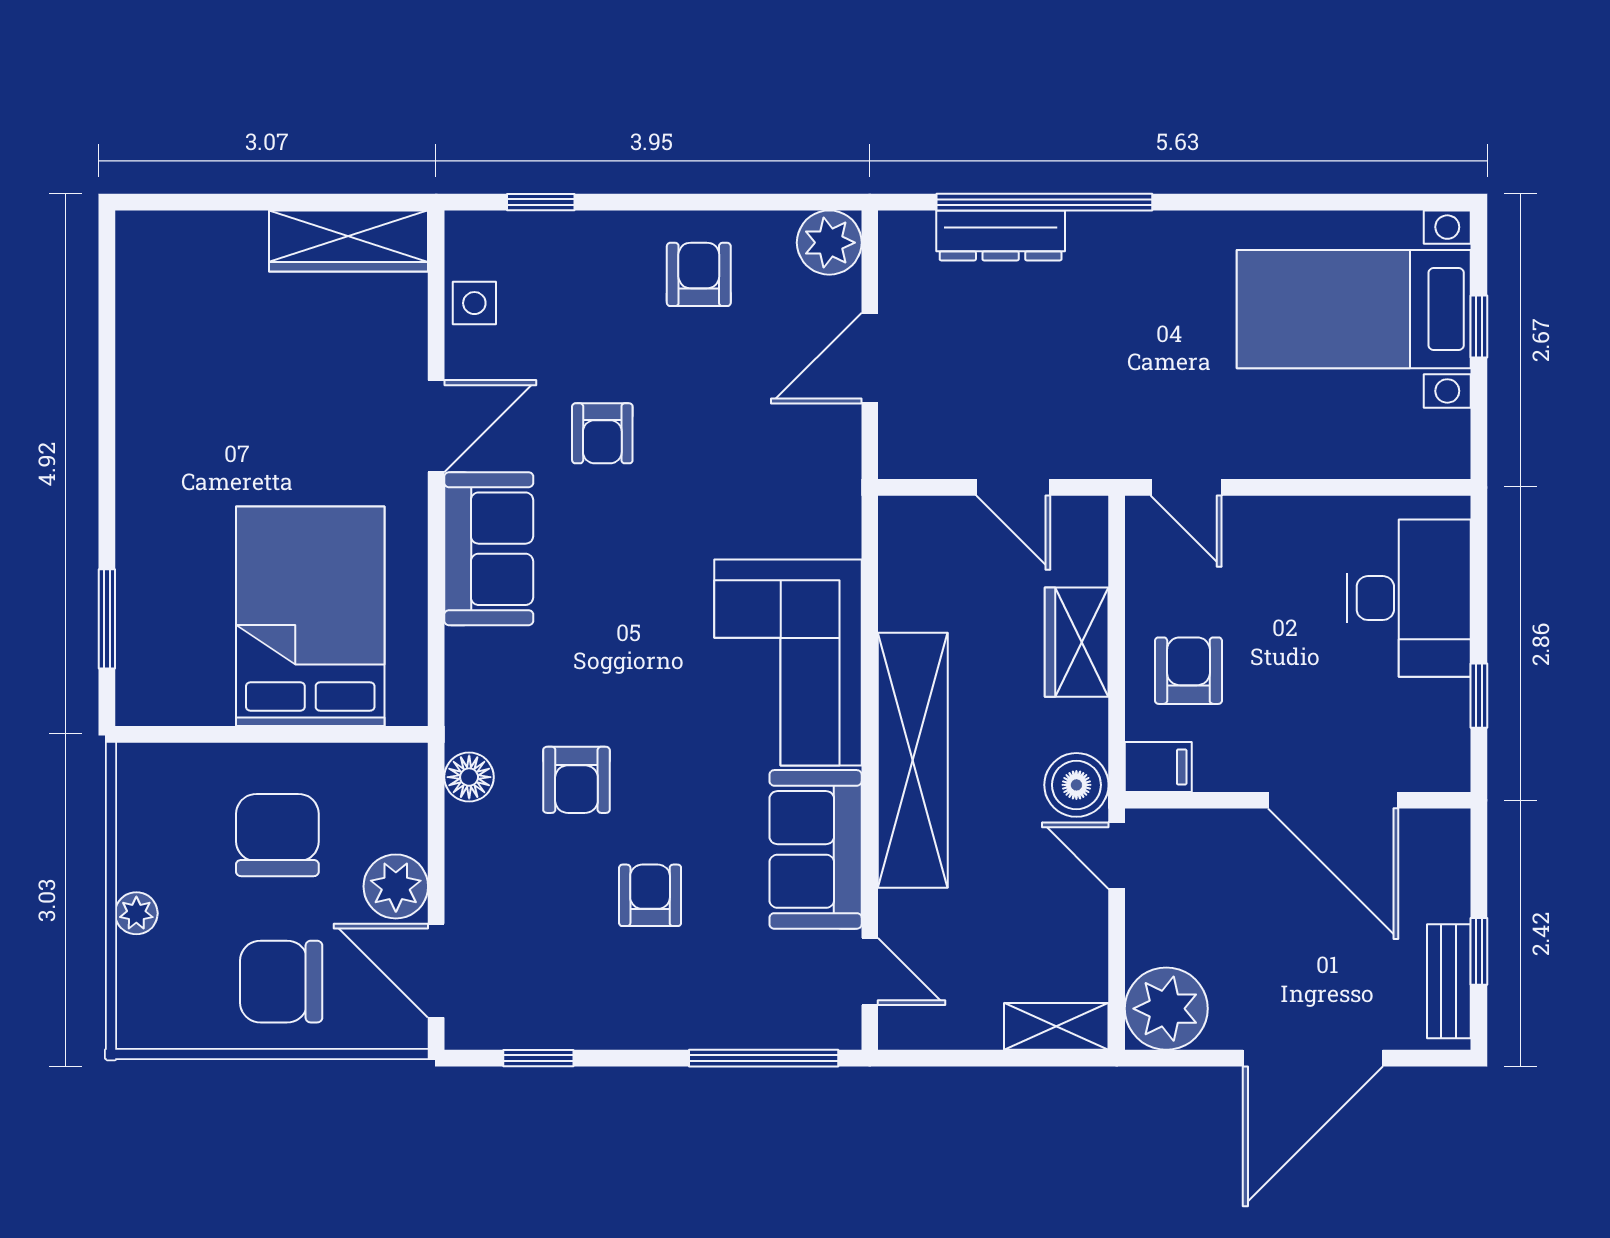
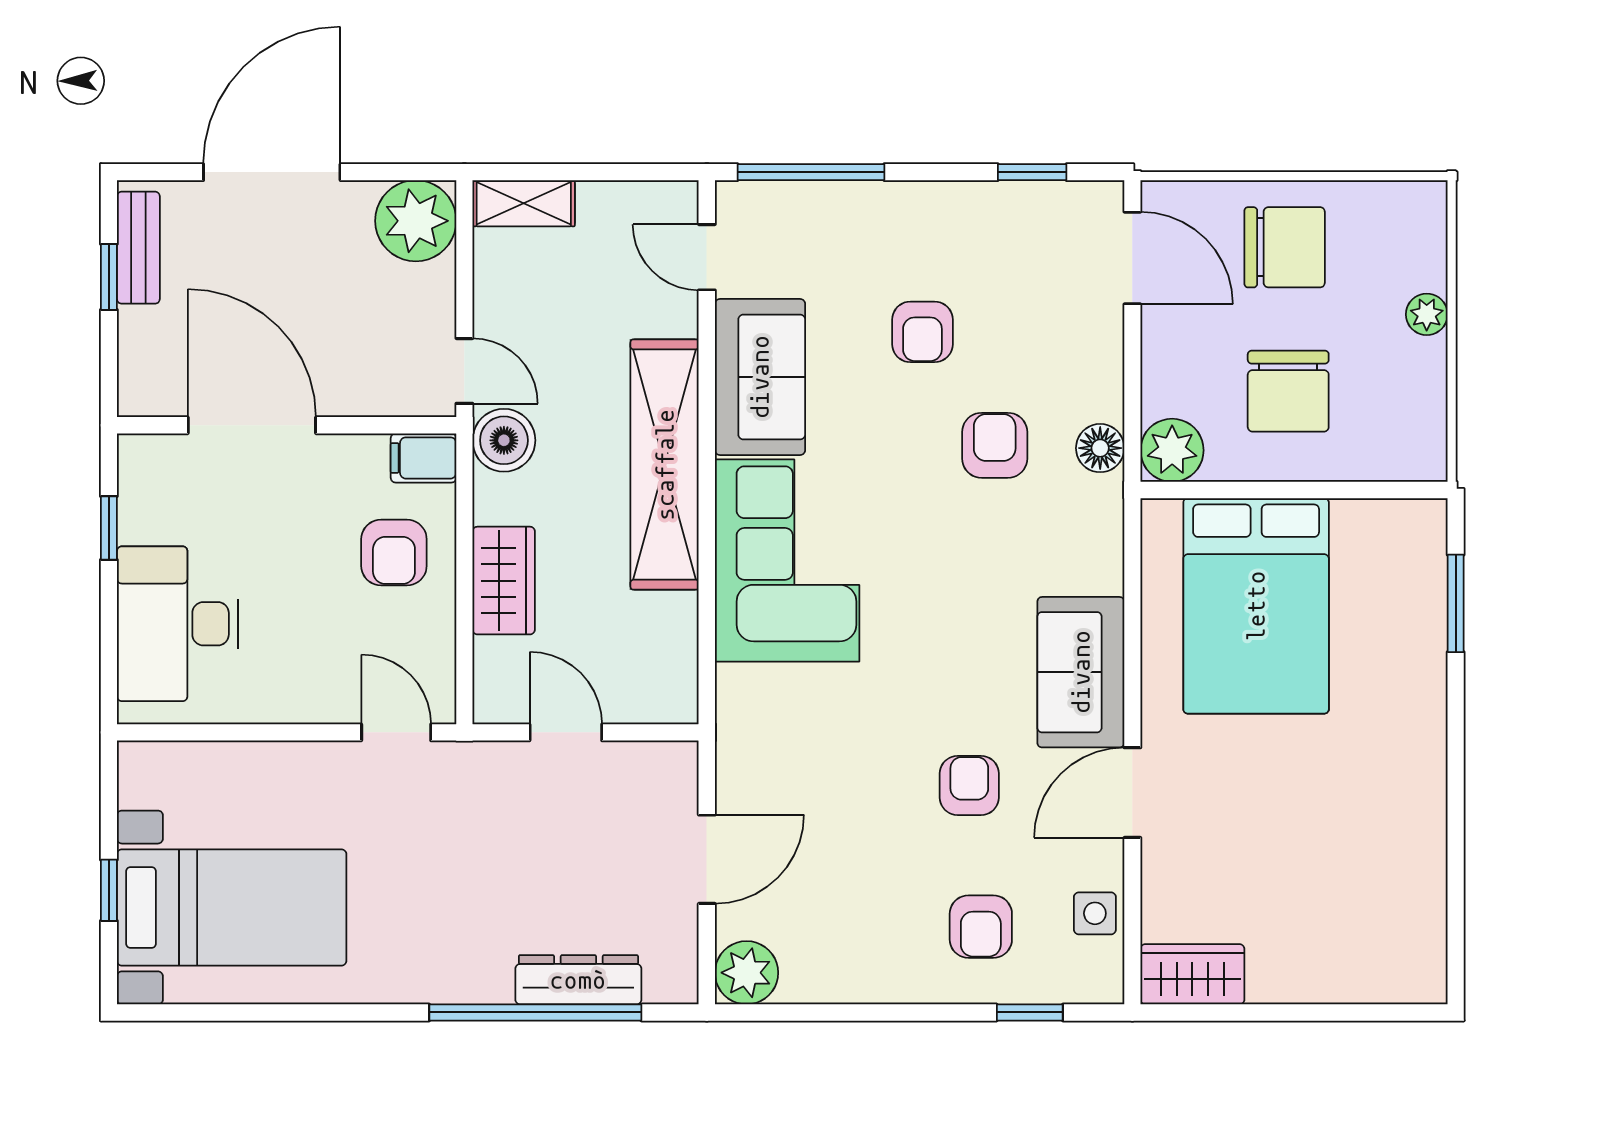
wardrobe: (349, 241) -> (1192, 974), width x0.67
armchair: (699, 274) -> (981, 927), moved
plant: (396, 886) -> (1172, 450), moved

